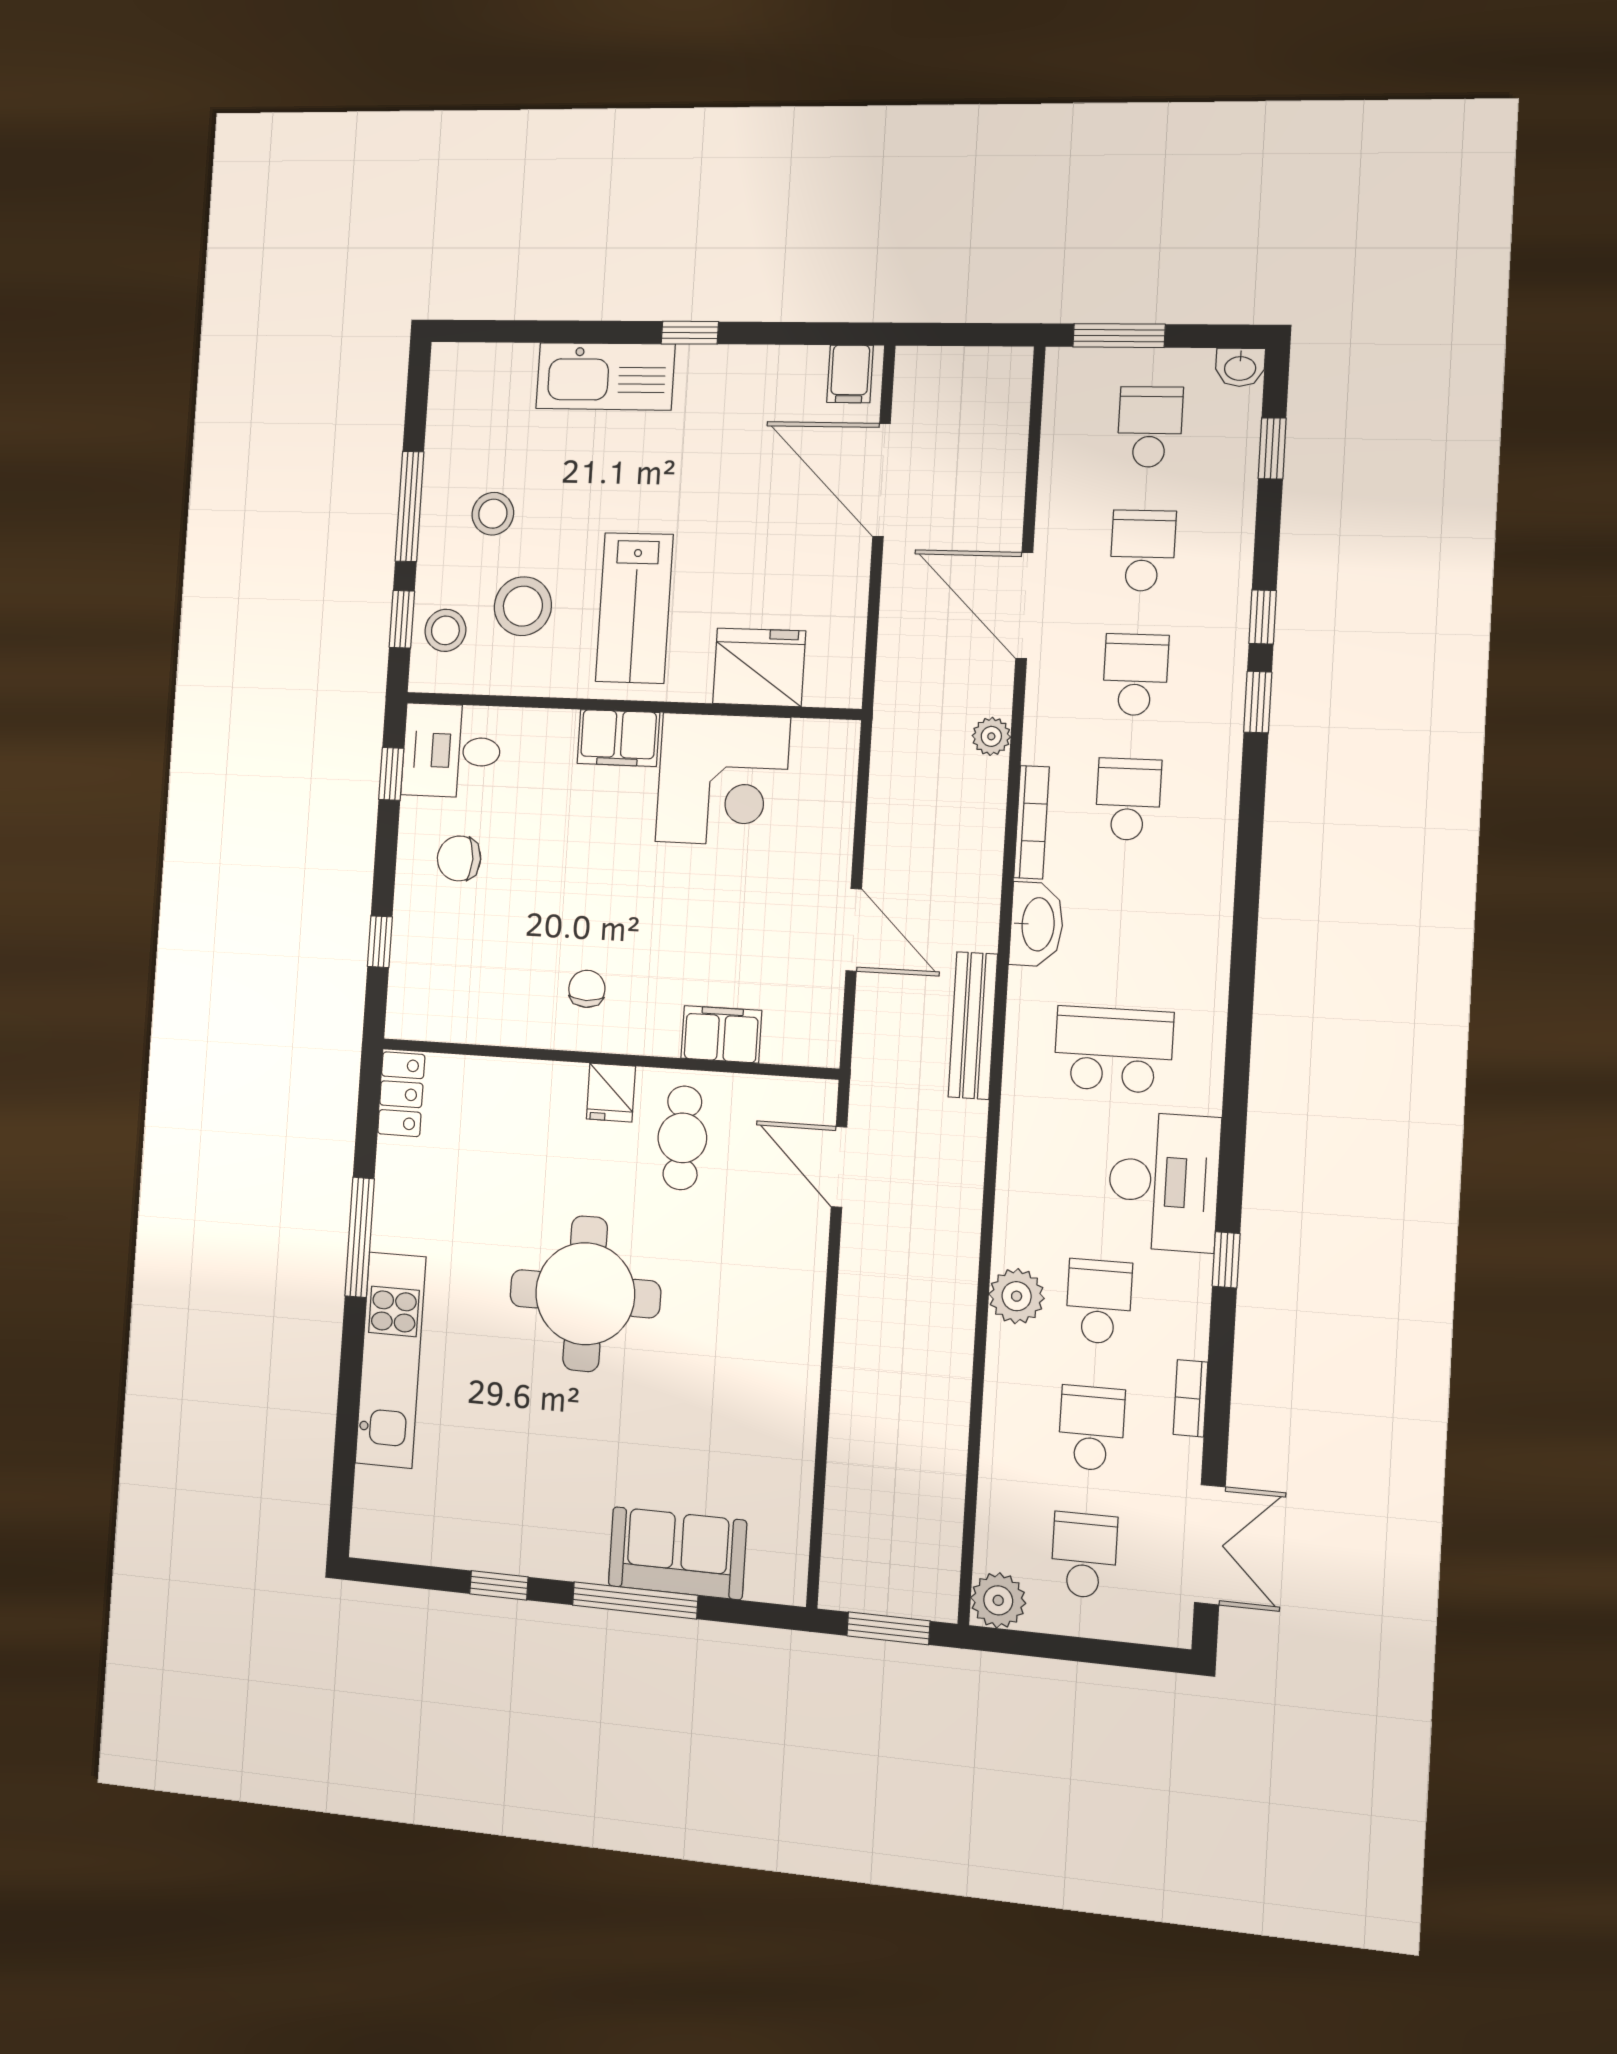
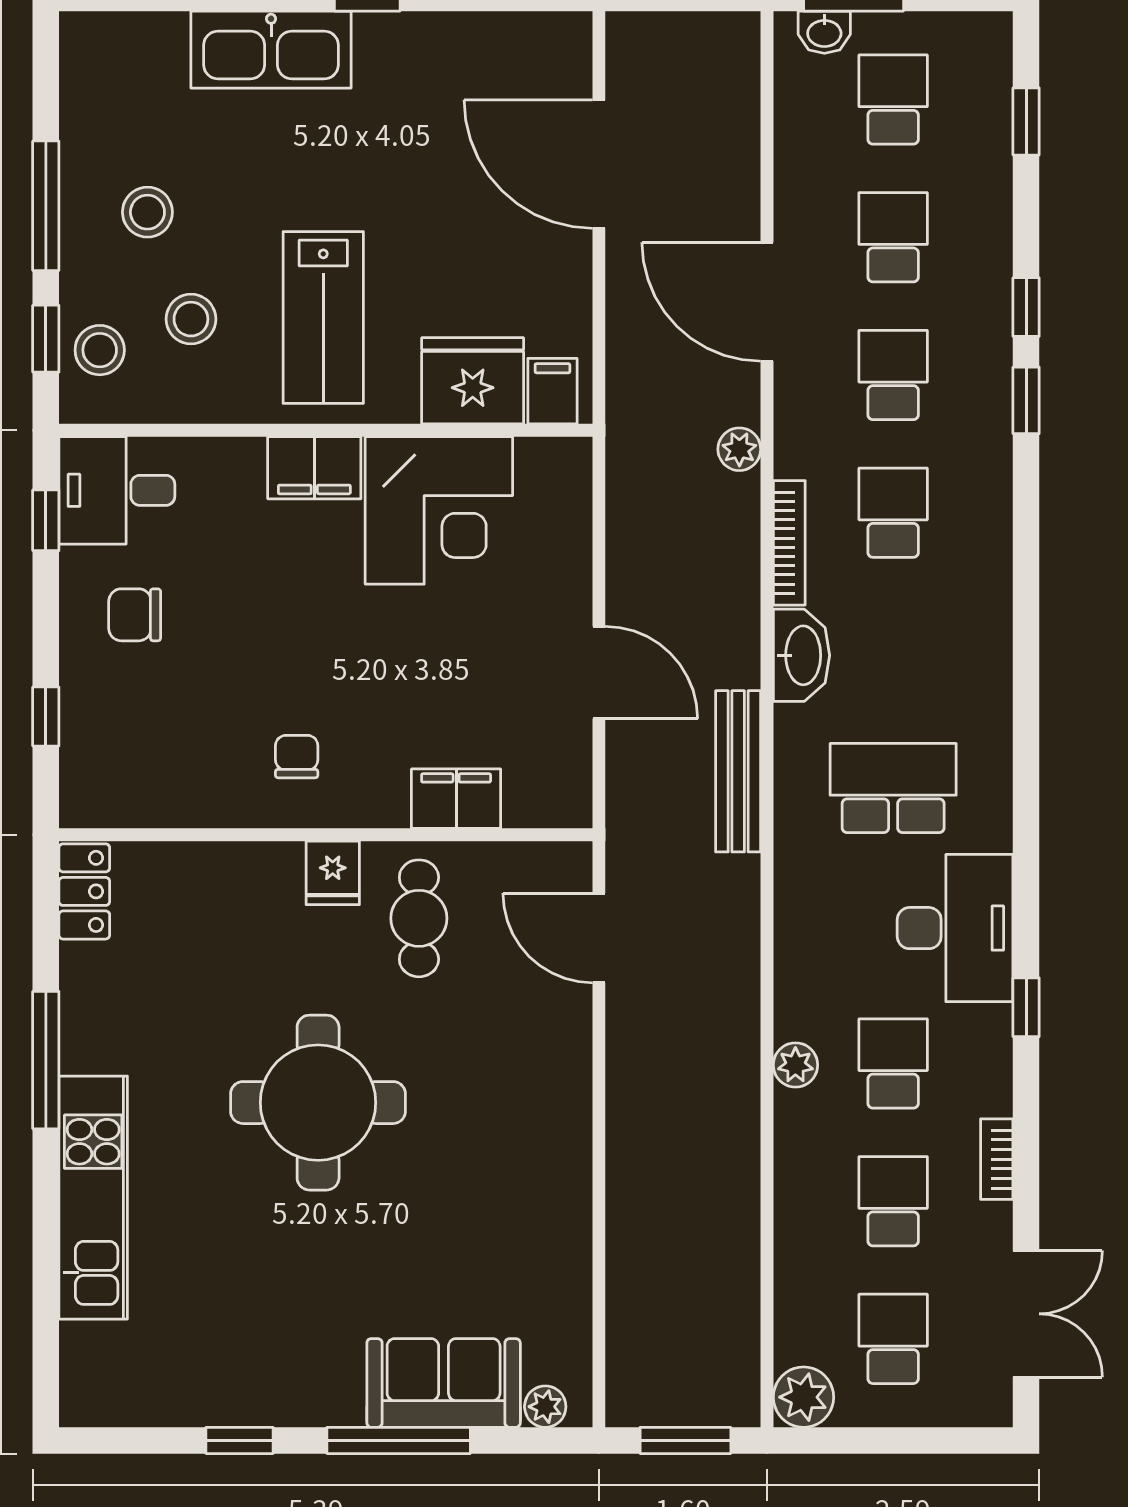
washbasin: (1240, 367) -> (824, 32), moved
filing cabinet: (850, 374) -> (552, 391), moved, turned 180
stool: (523, 606) -> (191, 319), width x0.73, depth x0.73
plant: (1017, 1296) -> (795, 1065), width x0.73, depth x0.73
plant: (765, 1584) -> (545, 1407), added

